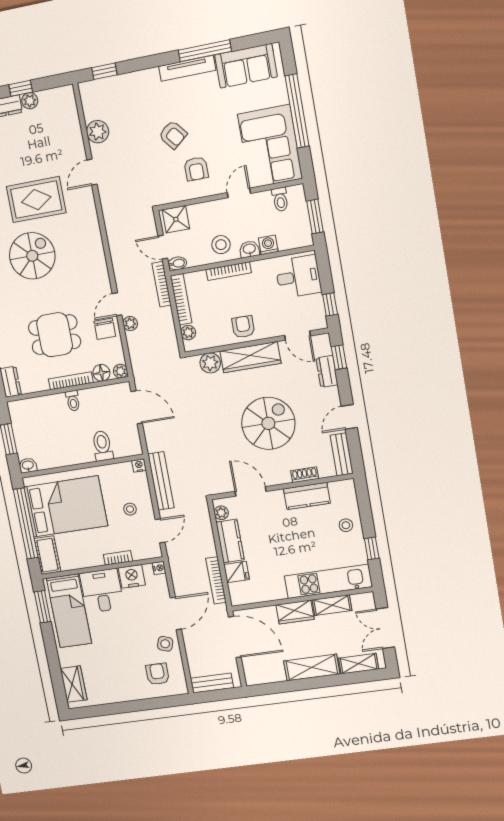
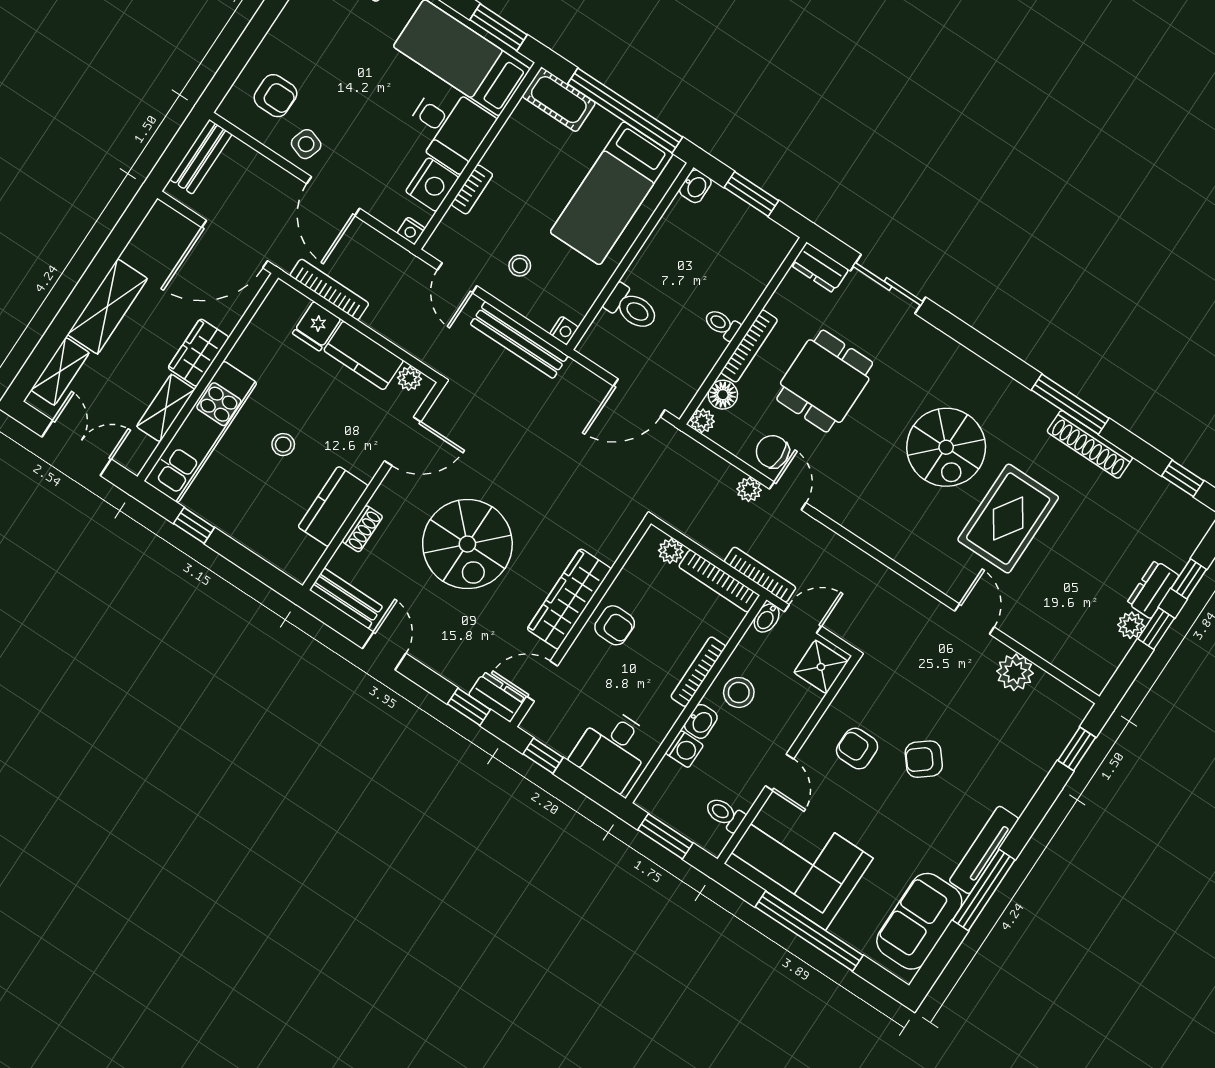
plant: (210, 363) -> (608, 543), removed
dresser: (327, 371) -> (497, 697), moved
bed: (66, 506) -> (612, 193), width x0.67
stool: (346, 525) -> (283, 445), moved

